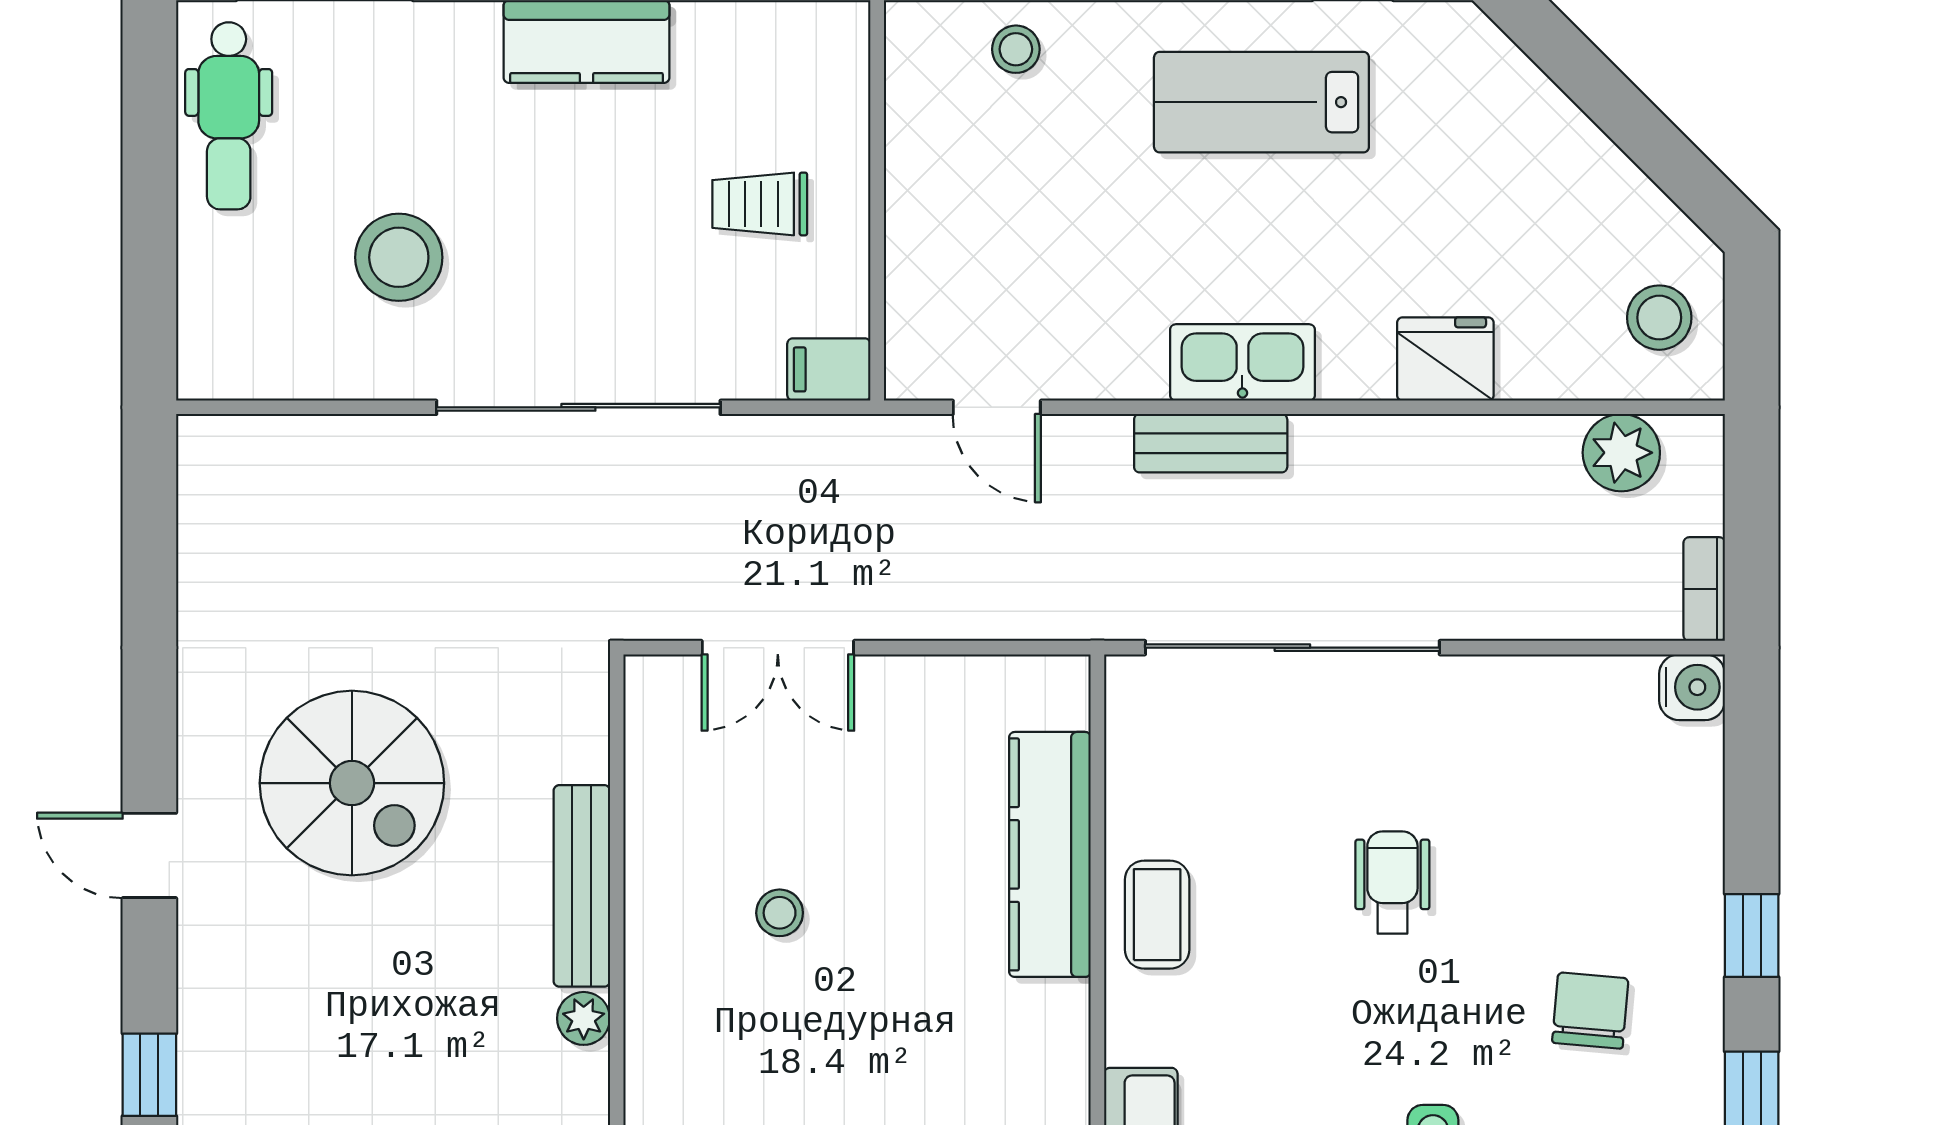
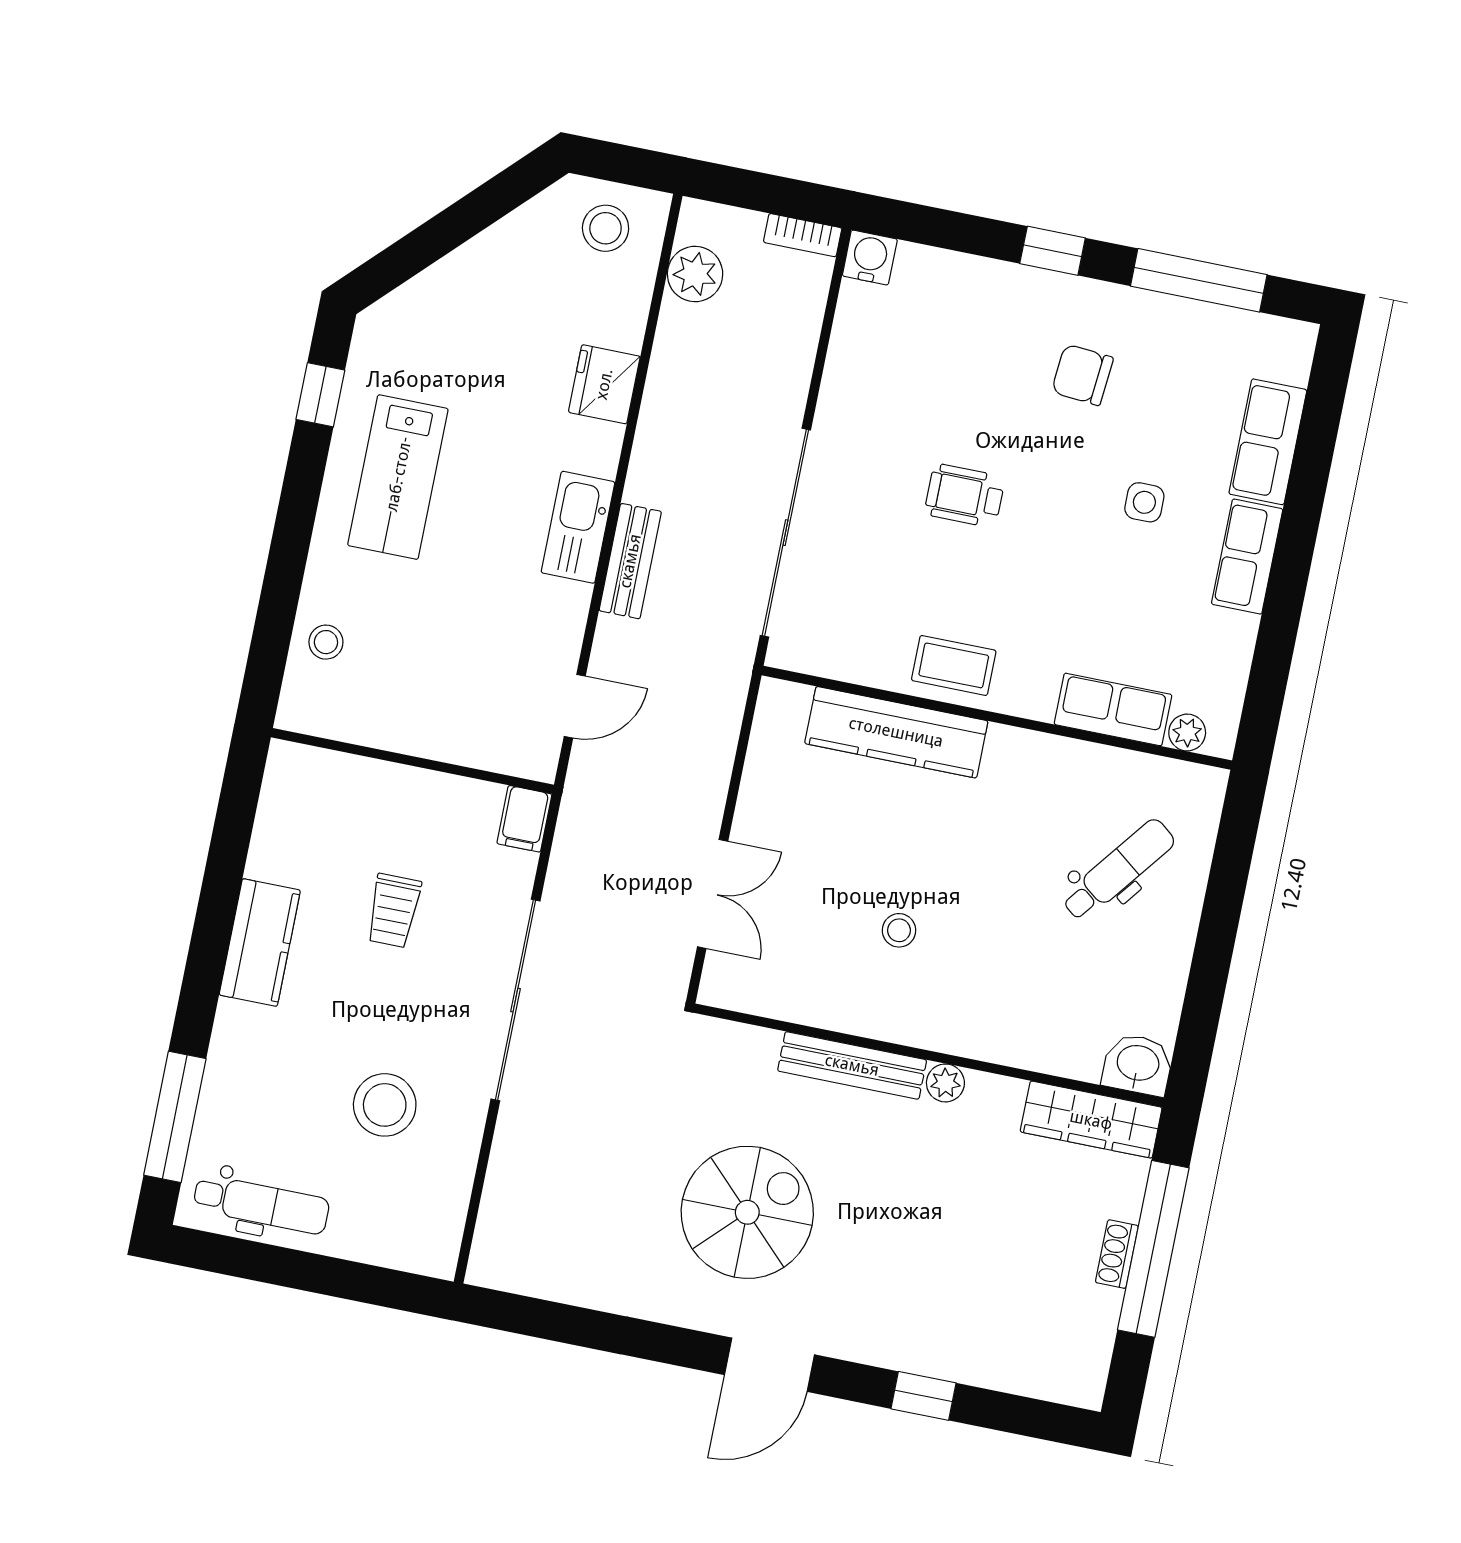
trolley: (760, 204) -> (394, 911), moved
door: (149, 855) -> (769, 1365), width x1.38

